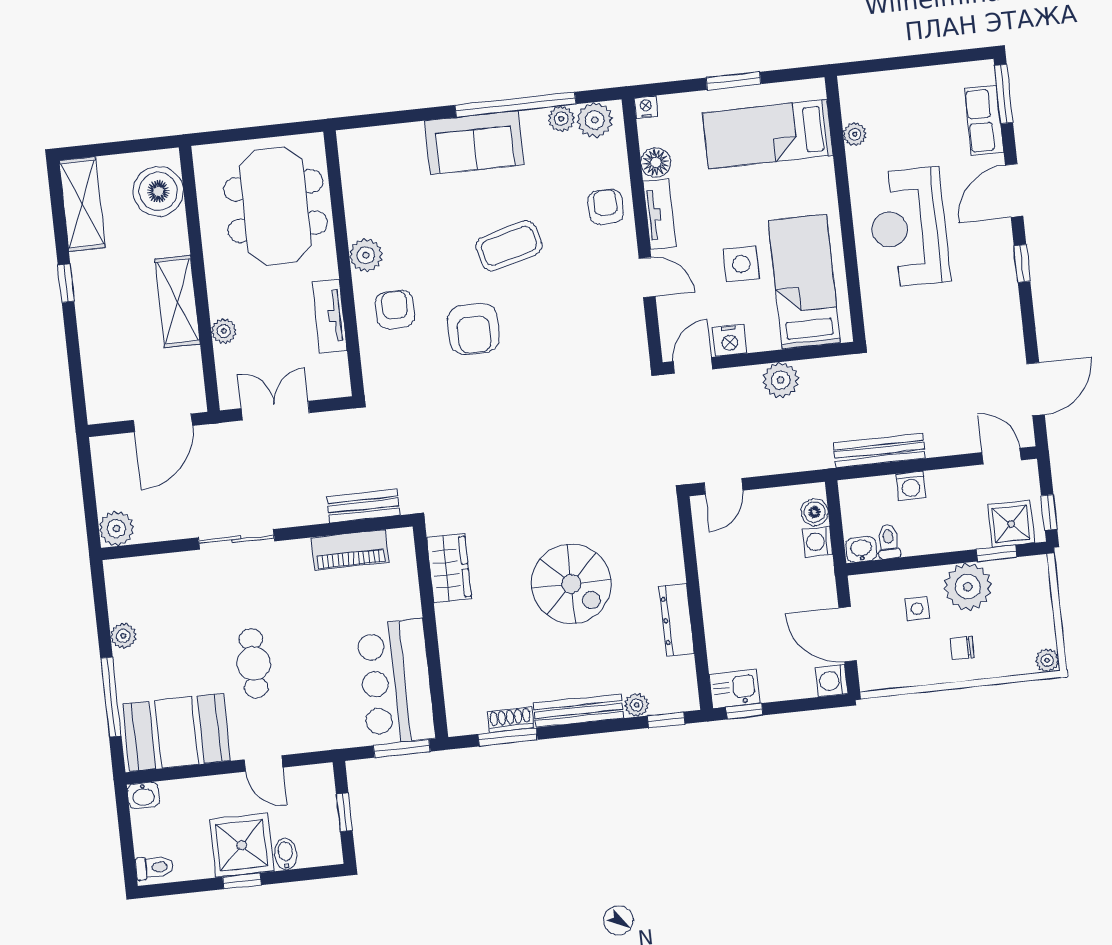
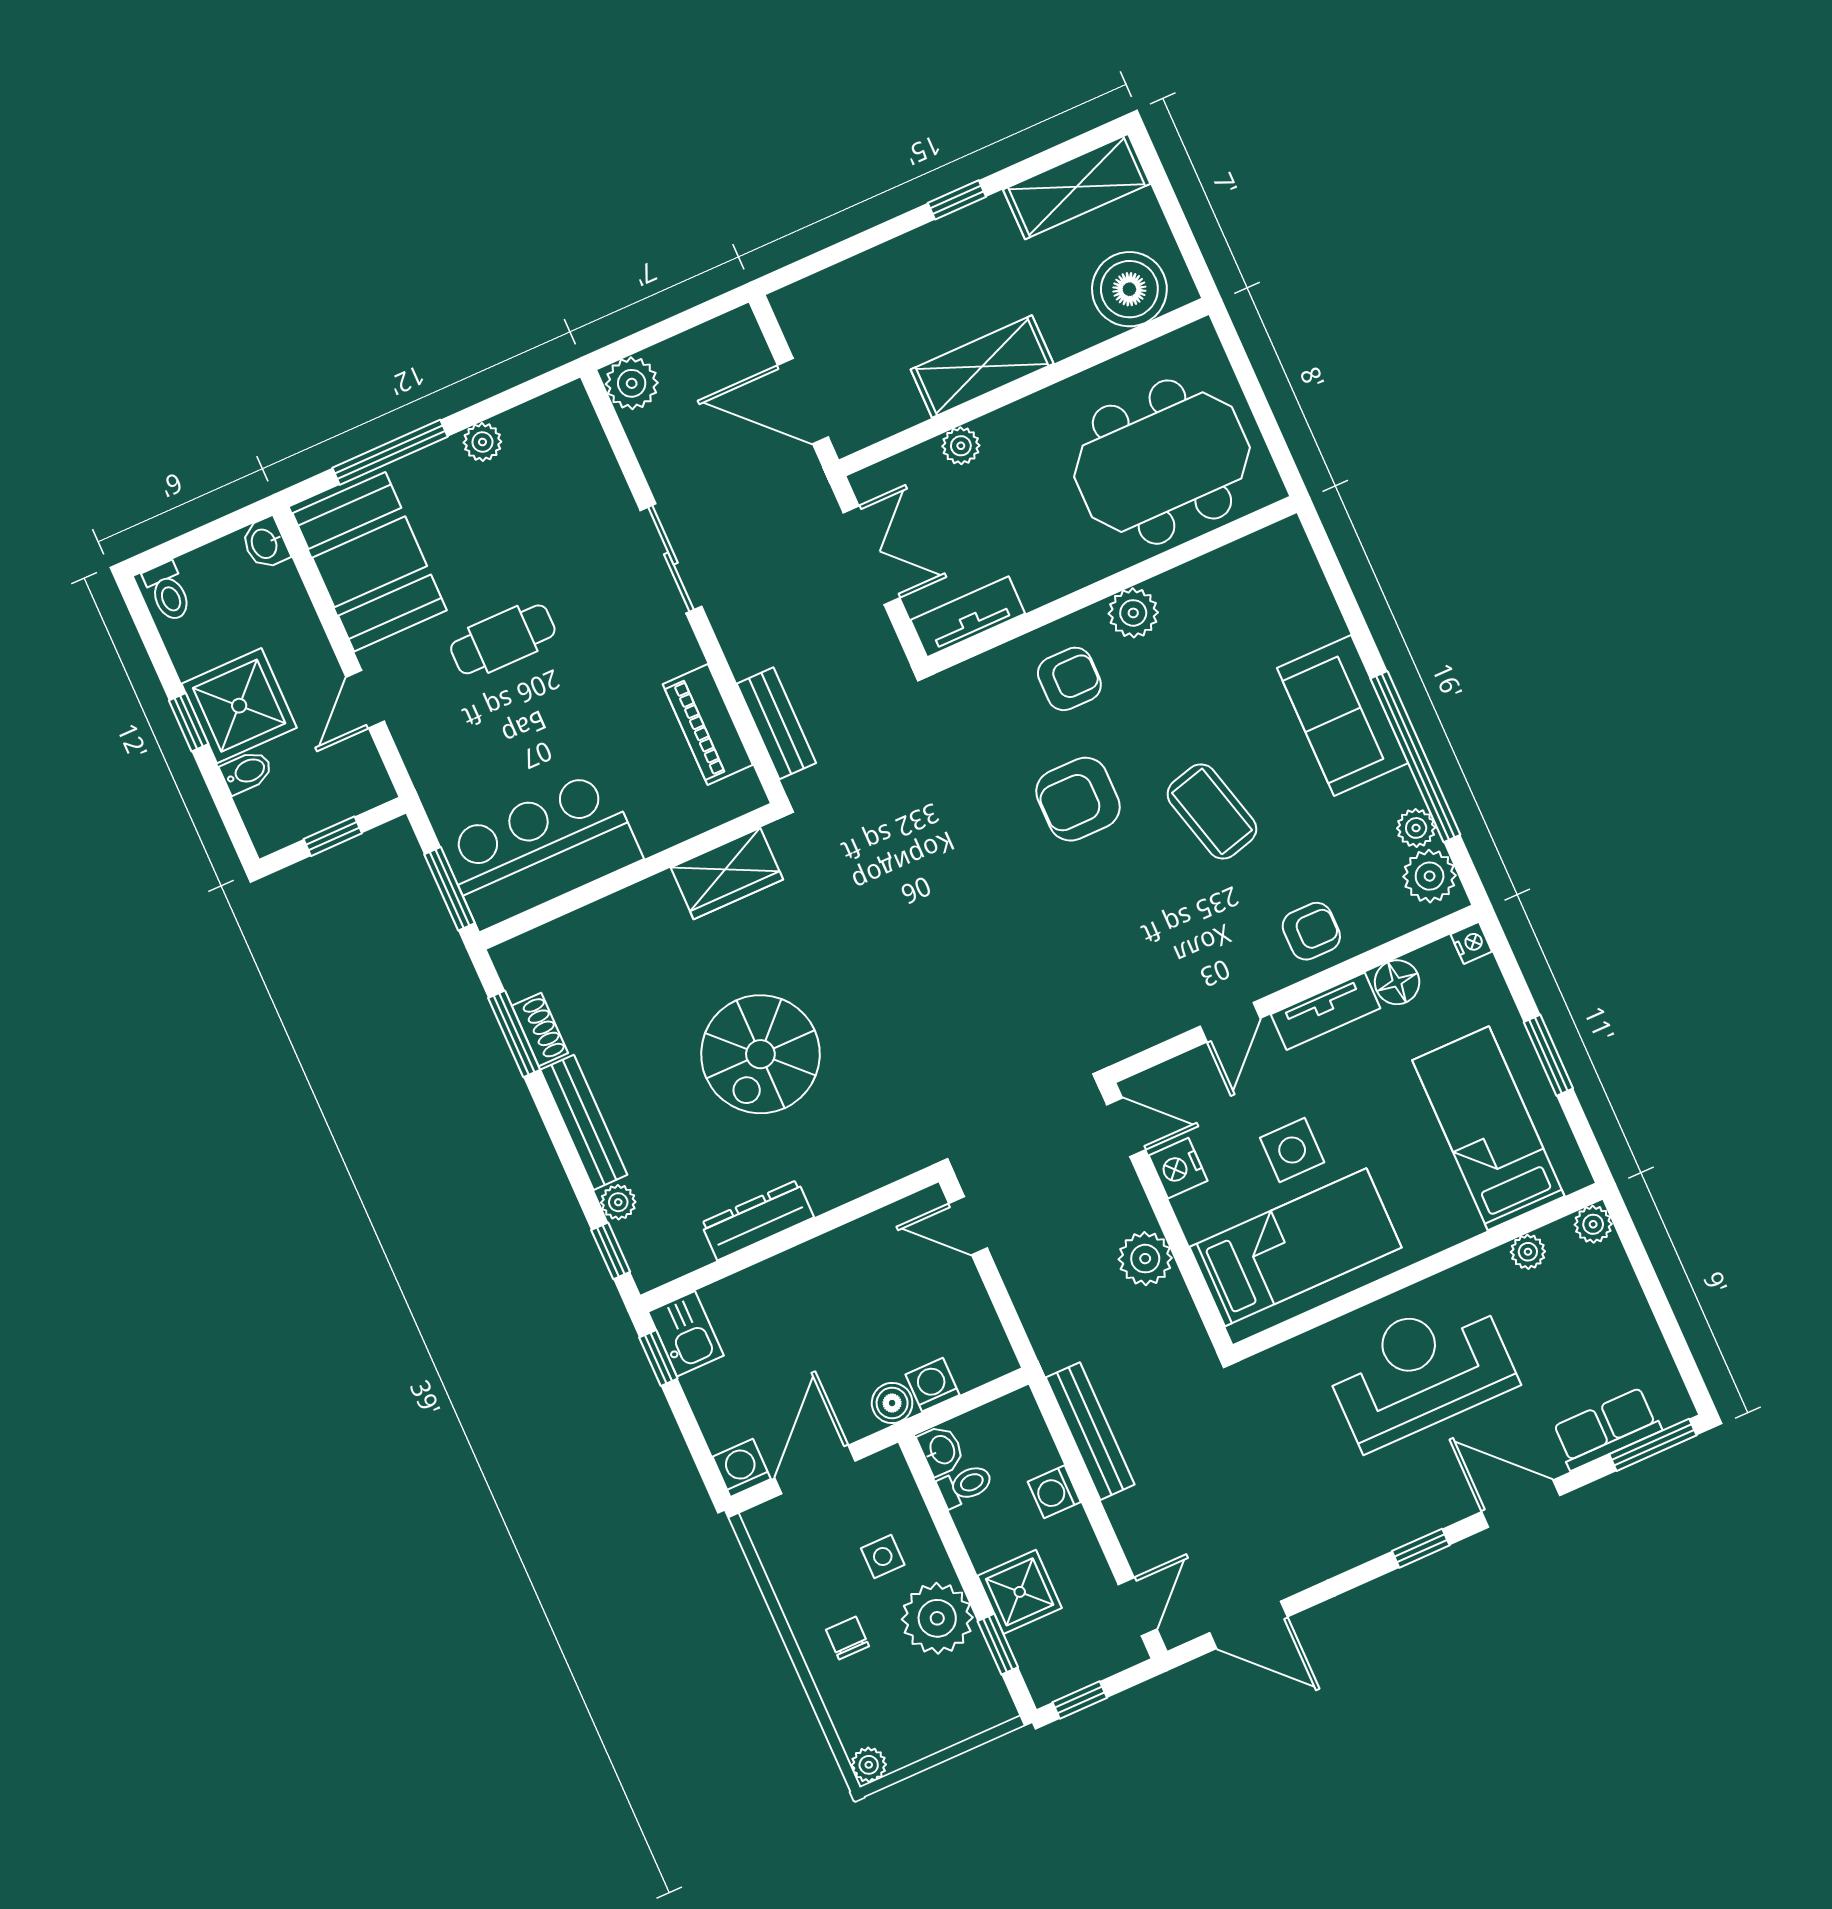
plant: (851, 87) -> (1593, 1224), added
tv unit: (329, 316) -> (968, 617), moved
boiler: (815, 512) -> (892, 1403), moved
shower: (1011, 524) -> (1020, 1592), moved

